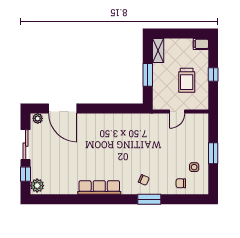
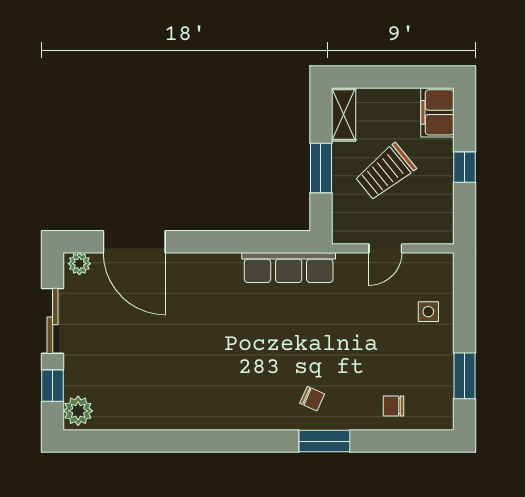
filing cabinet: (201, 44) -> (437, 112), width x2.00
trolley: (187, 80) -> (385, 172), moved, turned 51
window: (213, 153) -> (464, 376), moved
side table: (194, 167) -> (428, 312), moved
row of seats: (99, 188) -> (289, 268), moved, turned 180

